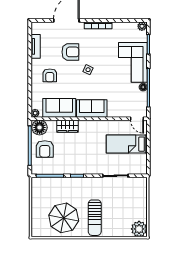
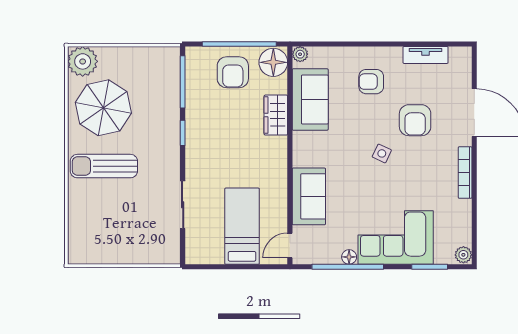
sofa: (92, 109) -> (309, 196), moved
armchair: (45, 149) -> (233, 72), turned -90
plant: (139, 229) -> (83, 61), moved

